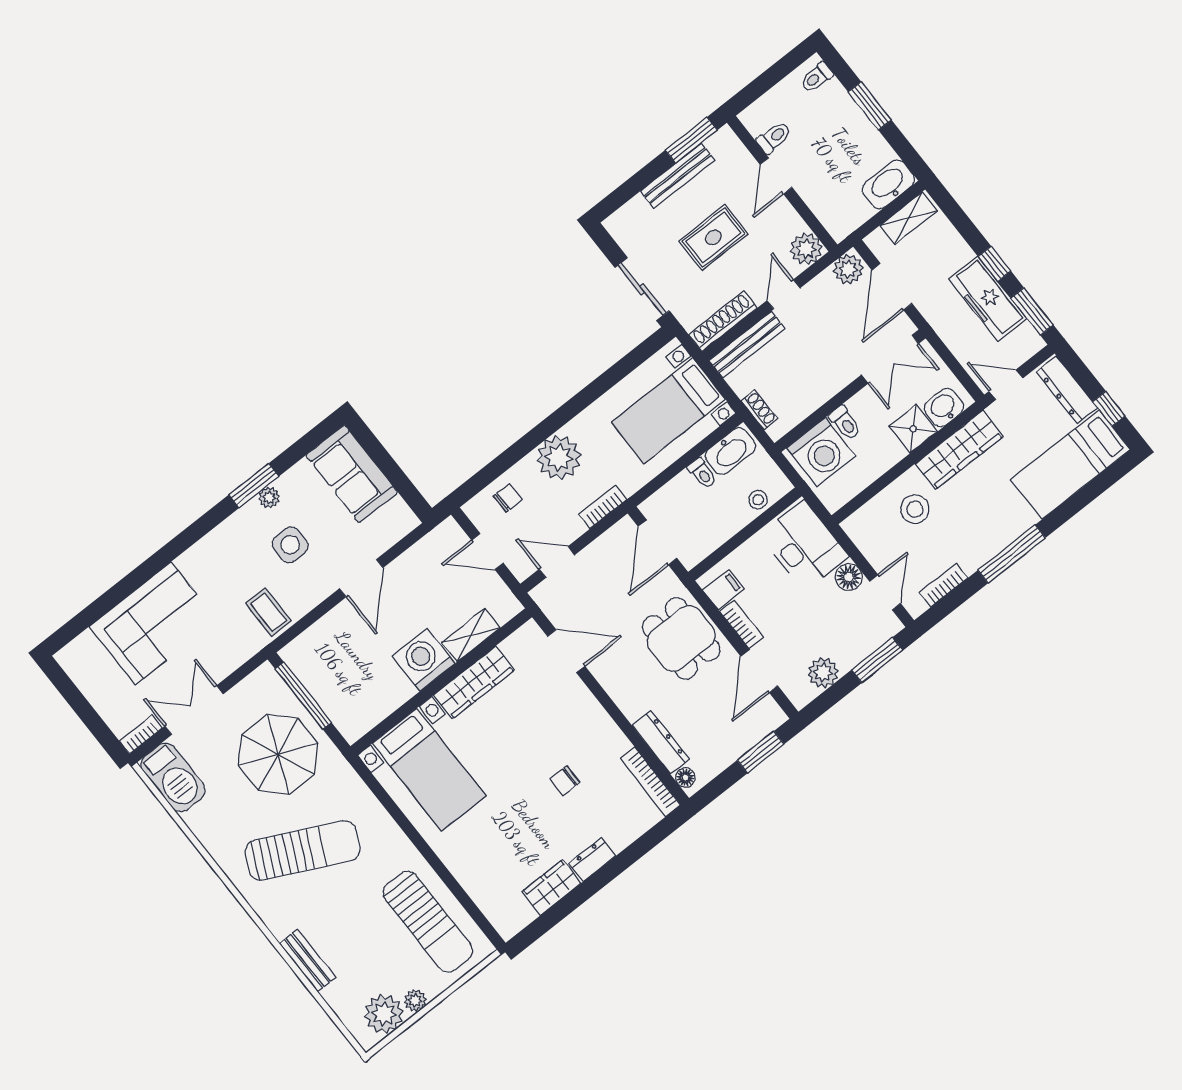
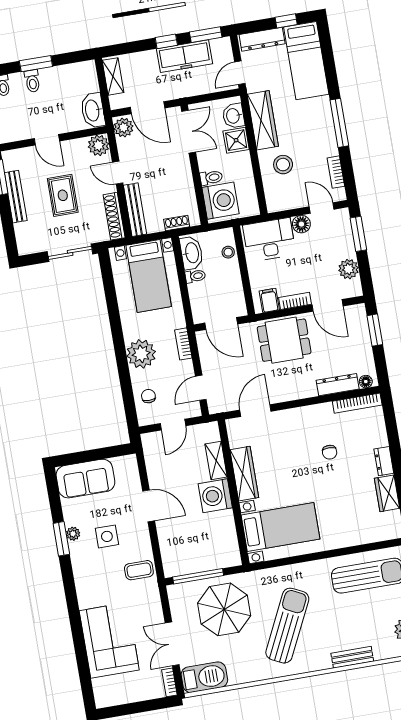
toilet: (774, 137) -> (32, 81), moved, turned 180
washbasin: (888, 184) -> (93, 110), moved

